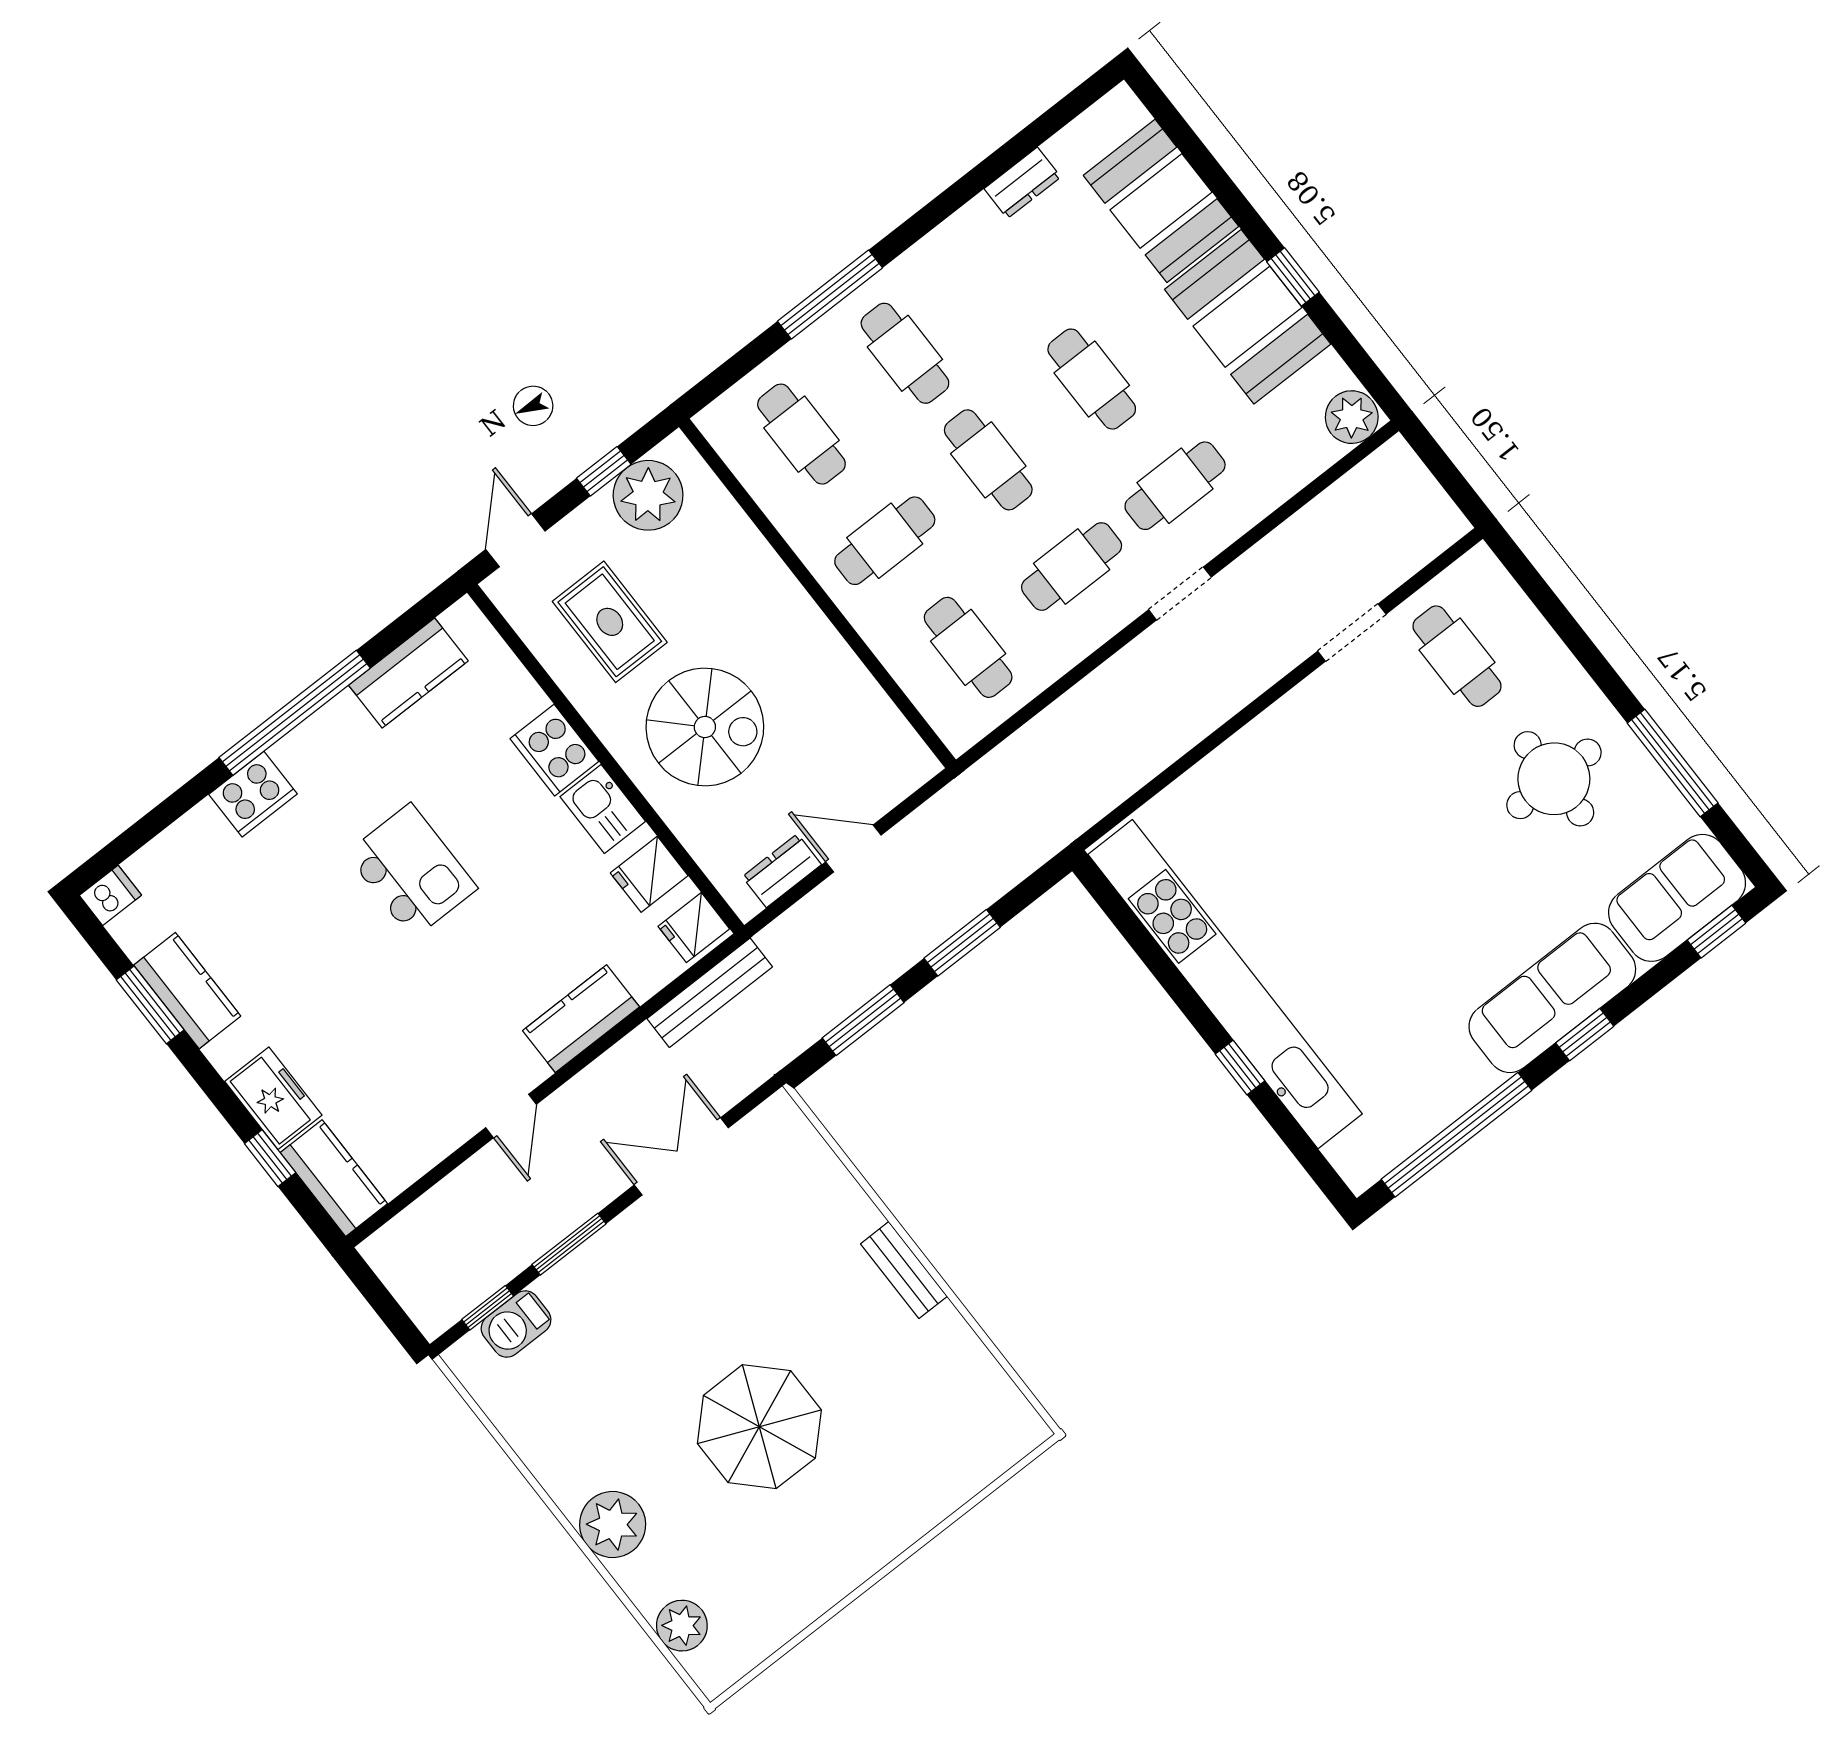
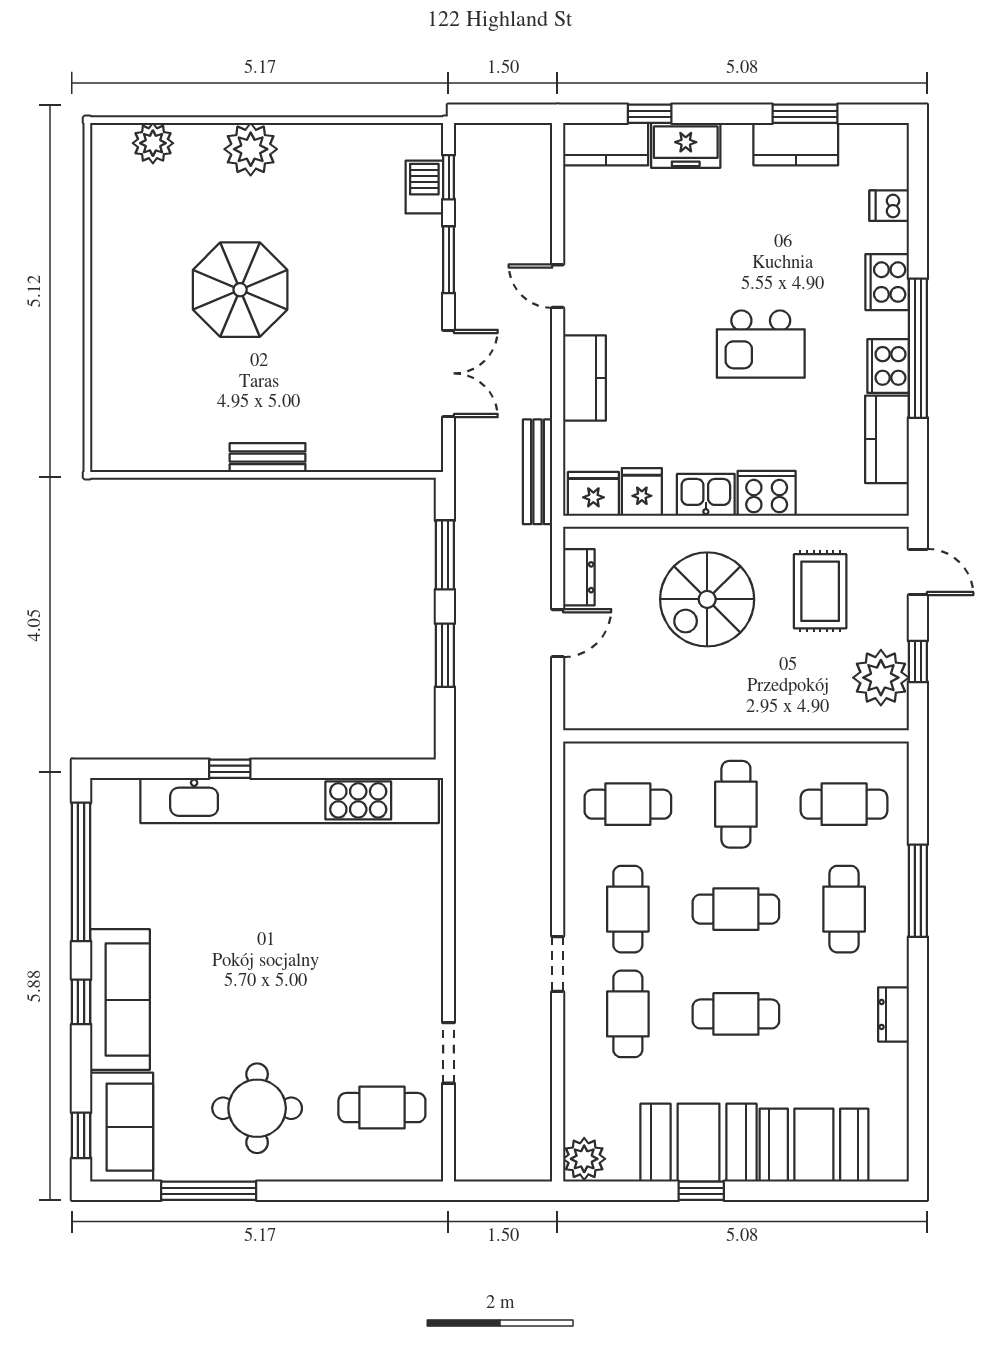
dresser: (1022, 183) -> (893, 1014), moved
cafe table: (905, 353) -> (844, 909), turned 90
rug: (610, 622) -> (820, 591), turned 90
cooker: (335, 729) -> (888, 366), added
dishwasher: (110, 895) -> (889, 206), moved, turned 90
fridge: (694, 928) -> (593, 494), width x1.38

